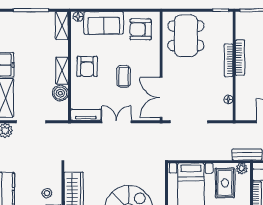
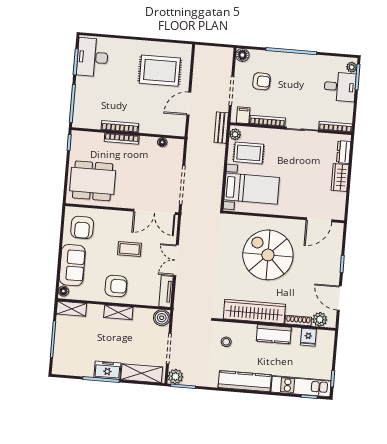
boiler: (60, 93) -> (162, 318), moved
stool: (47, 193) -> (226, 342), moved

